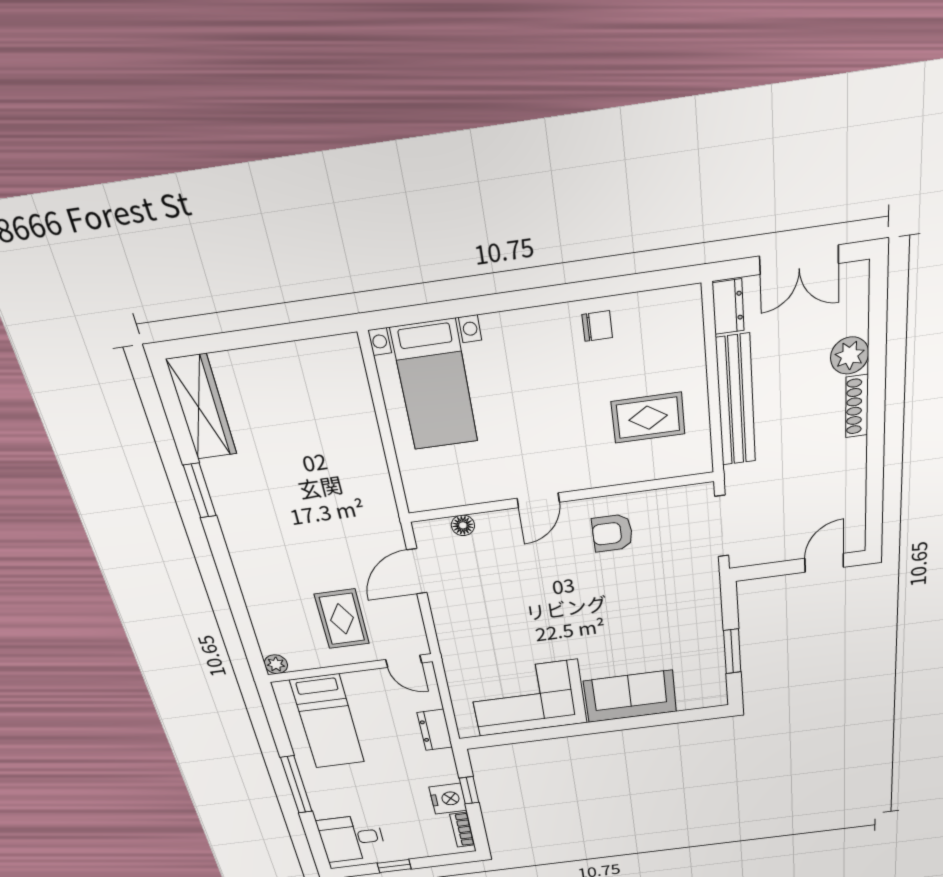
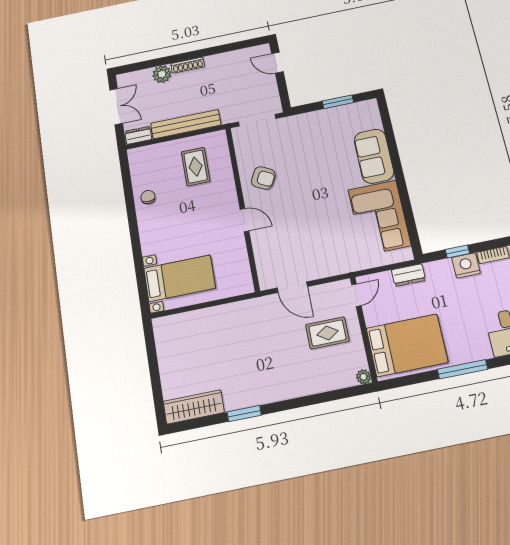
floor lamp: (463, 525) -> (261, 261), removed
armchair: (612, 533) -> (263, 178), turned -62
bed: (328, 722) -> (407, 345), width x1.50

